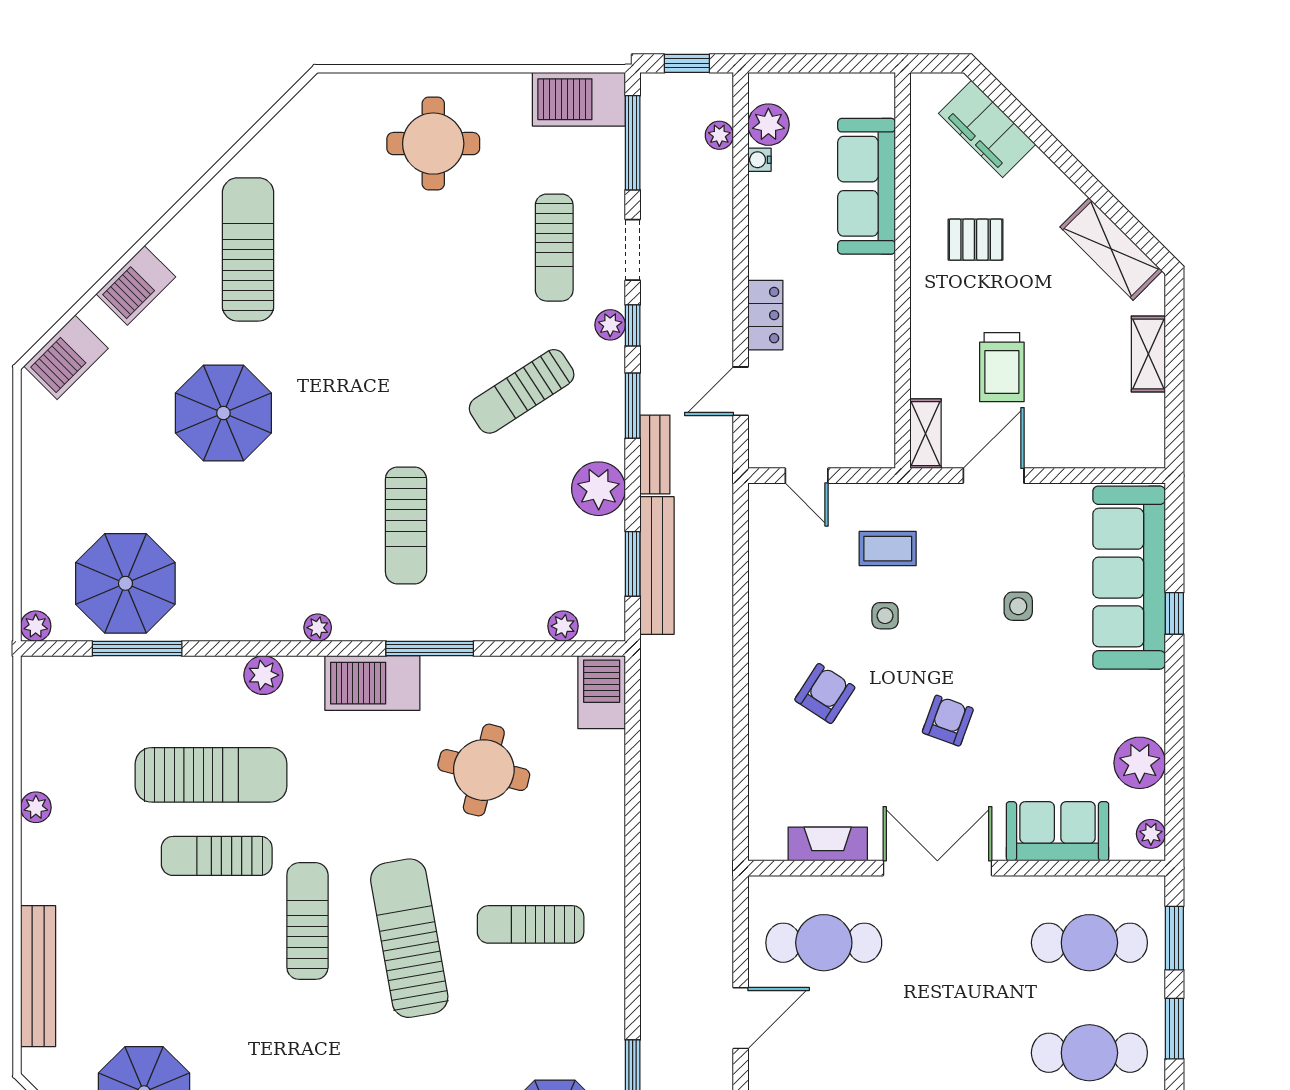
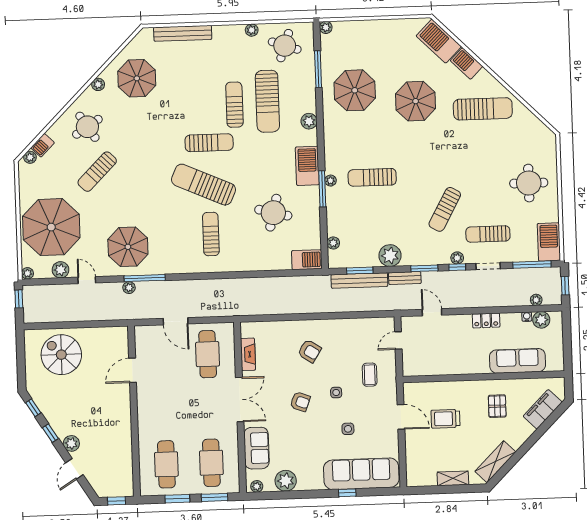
locker: (765, 315) -> (486, 320), moved
barbecue: (66, 357) -> (439, 41), width x1.37, depth x1.21
sun lounger: (522, 391) -> (445, 209), moved, turned -118
shelving: (925, 434) -> (417, 388), removed
parasol: (125, 583) -> (355, 90), moved
side table: (885, 616) -> (336, 393), moved
plant: (318, 628) -> (331, 181), moved
round table: (77, 728) -> (285, 46), added
sun lounger: (409, 938) -> (203, 185), turned -146

